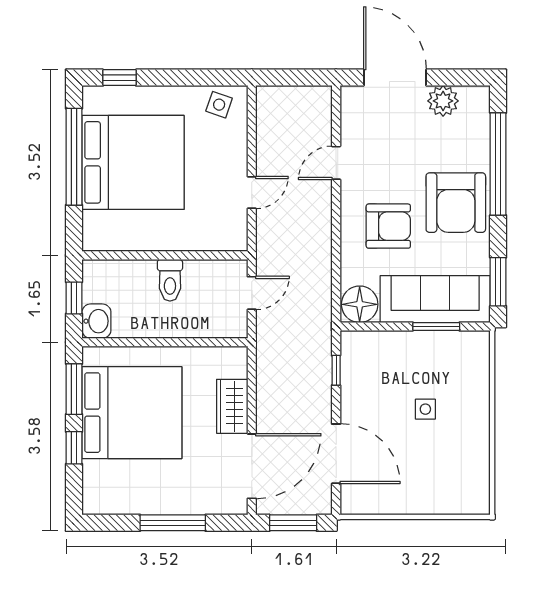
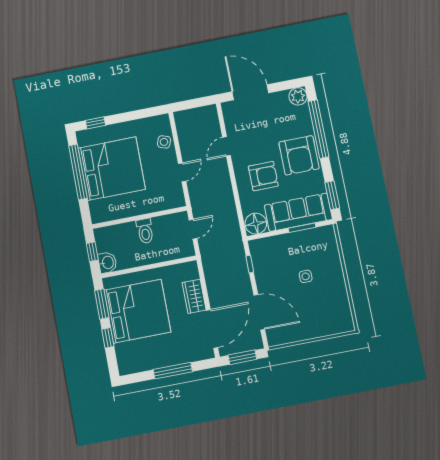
plant: (443, 101) -> (298, 96), moved
side table: (219, 105) -> (164, 142), moved

